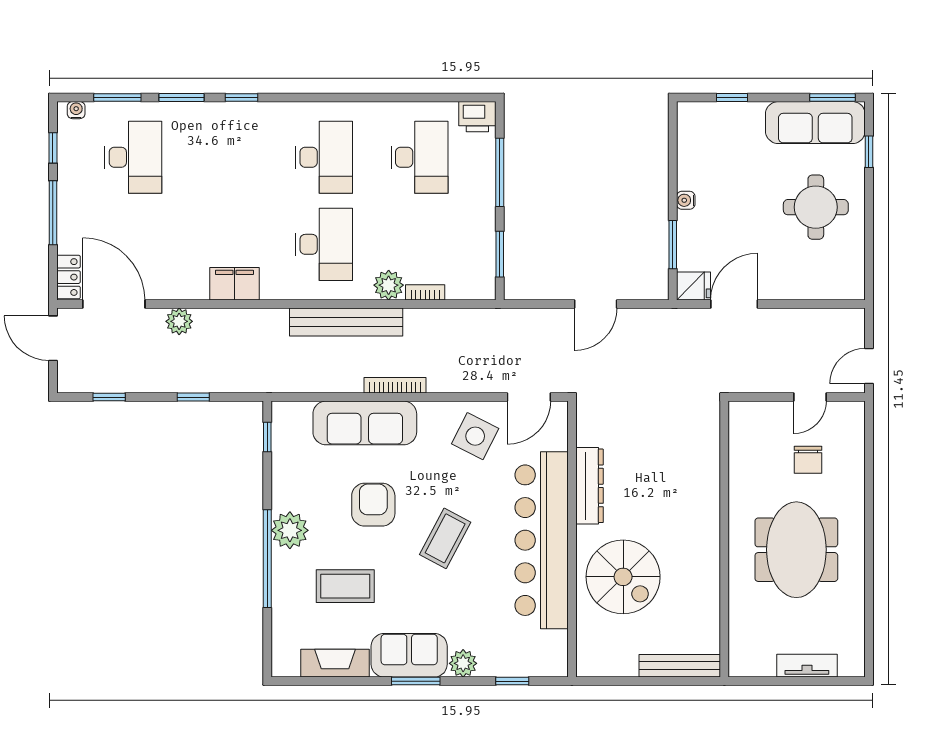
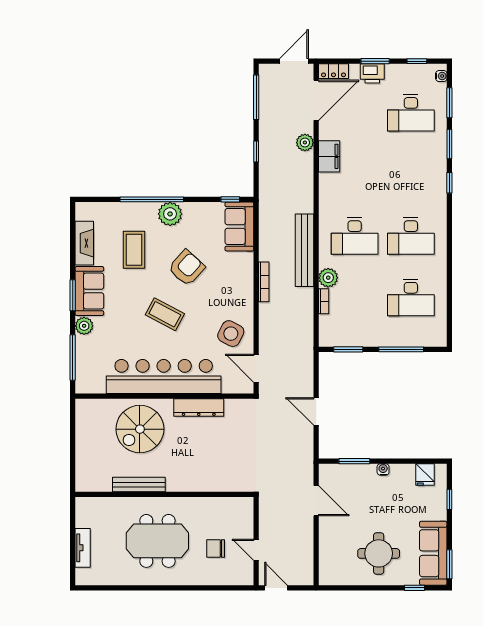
printer: (477, 117) -> (372, 73), moved, turned -90
window: (53, 213) -> (375, 61), width x0.69
filing cabinet: (234, 284) -> (329, 156), moved
fridge: (693, 286) -> (425, 475), moved
window: (109, 397) -> (256, 97), width x2.17
sofa: (365, 423) -> (239, 226), moved, width x0.73
armchair: (373, 505) -> (187, 268), turned -48
bench: (680, 666) -> (139, 485), moved, turned 90
window: (512, 681) -> (73, 358), width x2.17

